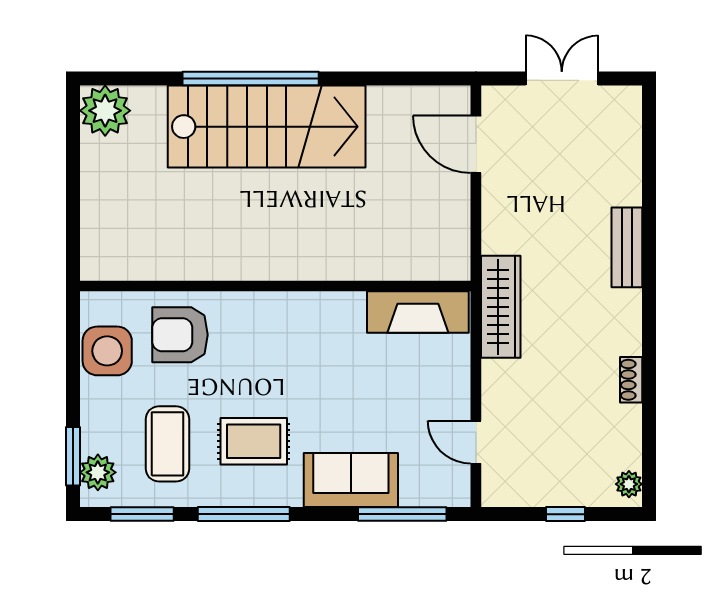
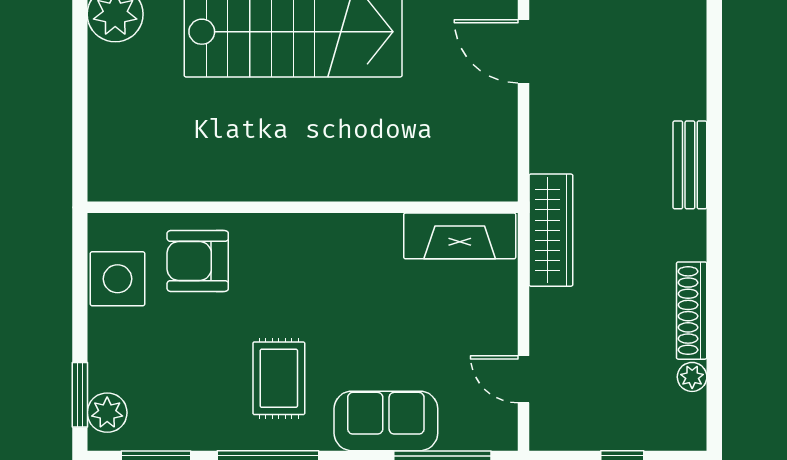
shoe rack: (631, 380) -> (692, 311), width x1.94, depth x1.24
rug: (254, 441) -> (279, 378), turned 90
coffee table: (167, 444) -> (184, 381), removed
plant: (629, 484) -> (692, 377), moved

